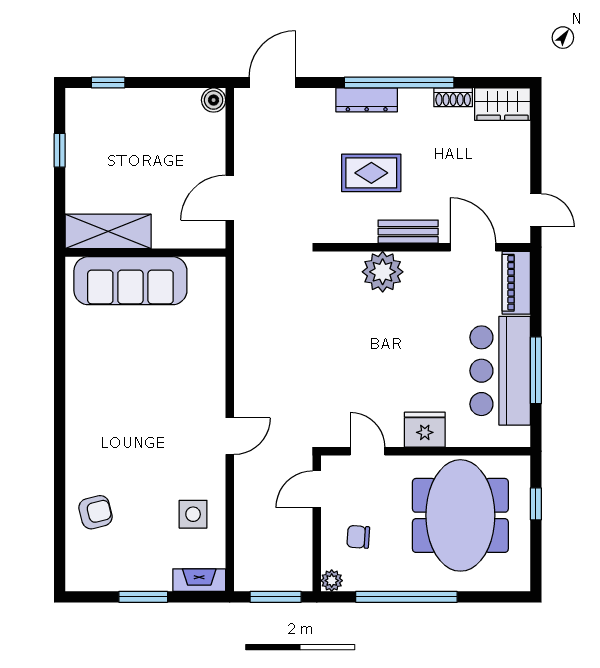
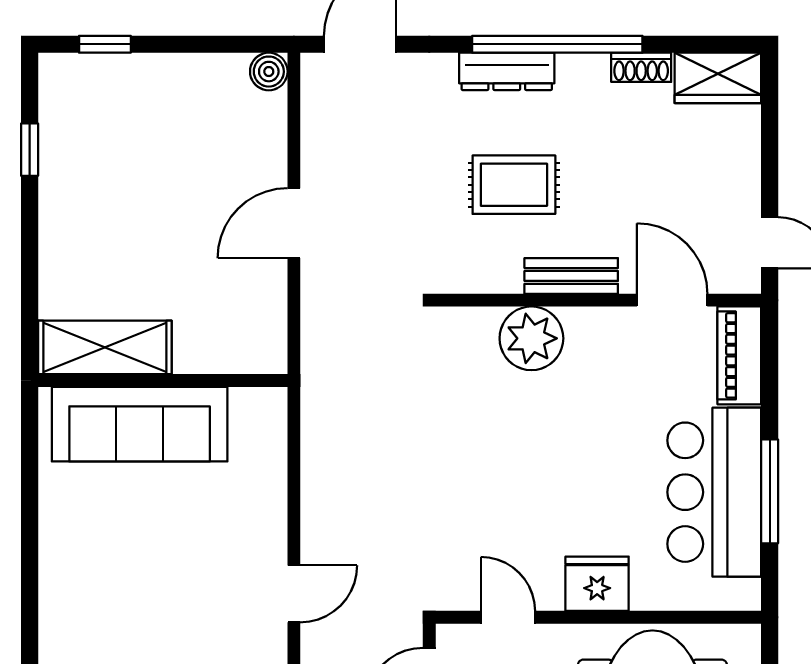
shelving: (108, 231) -> (105, 347), moved
wall: (145, 253) -> (163, 381), moved
sofa: (130, 281) -> (140, 424), moved

